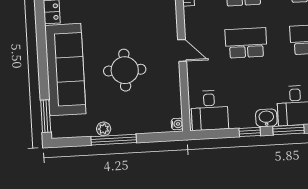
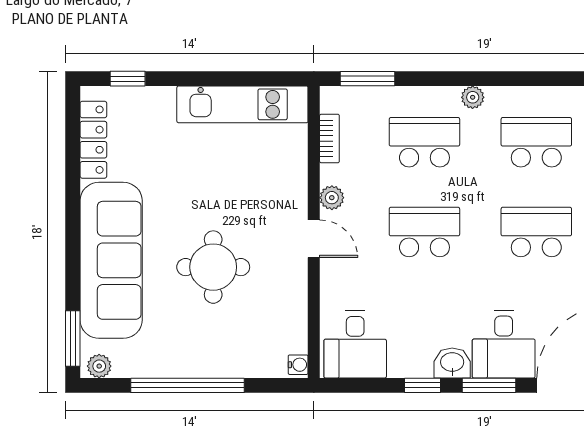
plant: (191, 26) -> (332, 198), added
plant: (104, 129) -> (99, 366), moved
window: (114, 140) -> (188, 385), width x1.46

